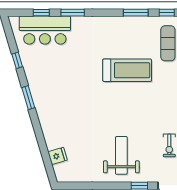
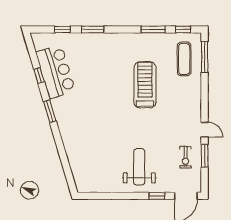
bar counter: (45, 30) -> (56, 72), moved, turned -107
treadmill: (127, 70) -> (145, 85), turned -90
fridge: (58, 156) -> (78, 167), removed

